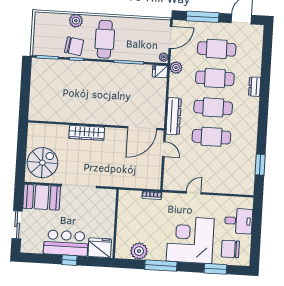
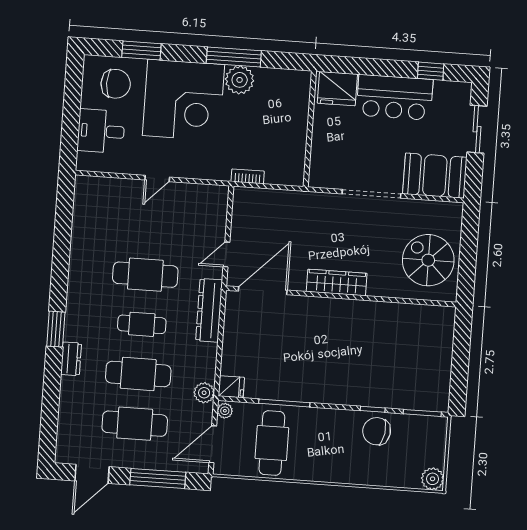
plant: (76, 21) -> (433, 479), moved
cafe table: (105, 39) -> (272, 443), moved
cafe table: (213, 107) -> (142, 324), width x0.73, depth x0.74
wardrobe: (87, 133) -> (337, 282), moved
door: (164, 149) -> (226, 254), hinge flipped
spiral stairs: (42, 163) -> (428, 260), moved, turned 90
window: (260, 165) -> (56, 329), moved
door: (194, 193) -> (157, 178), moved
plant: (139, 251) -> (240, 80), moved
window: (69, 260) -> (431, 71), moved

